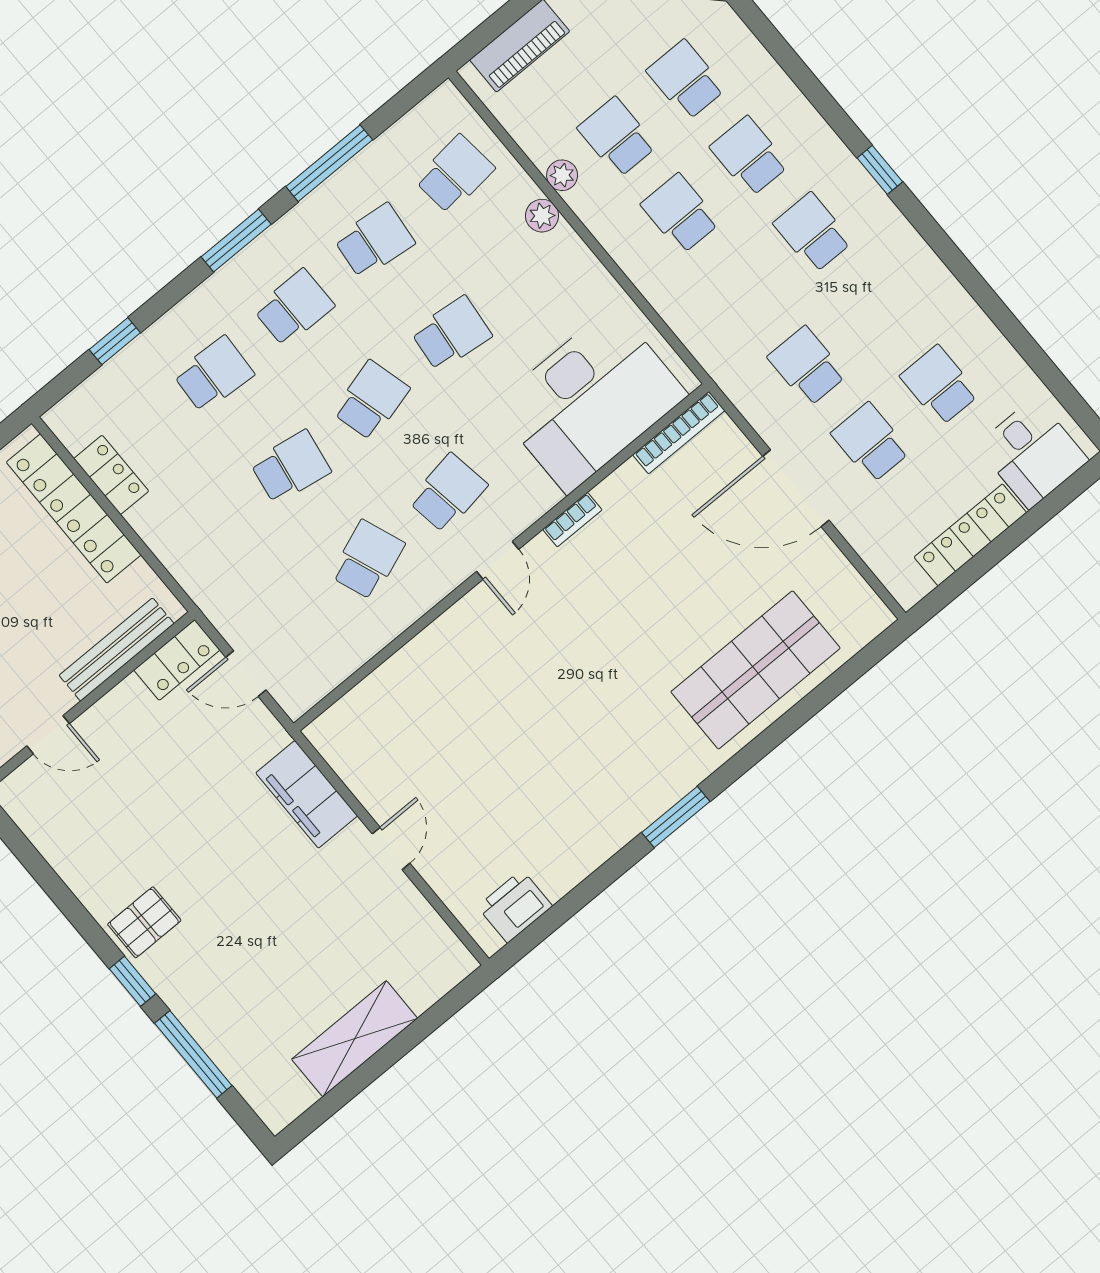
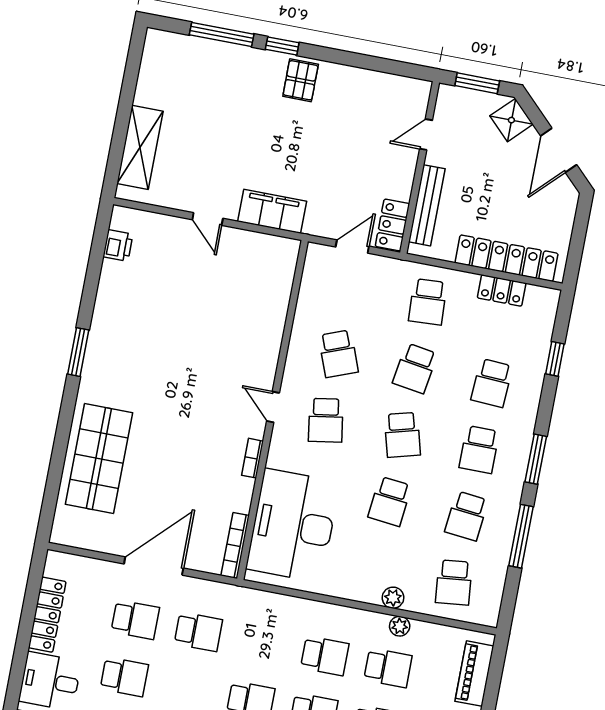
school desk: (210, 534) -> (428, 302), added
printer: (515, 906) -> (118, 245), width x0.73, depth x0.81
shelving: (355, 1039) -> (140, 147), moved

